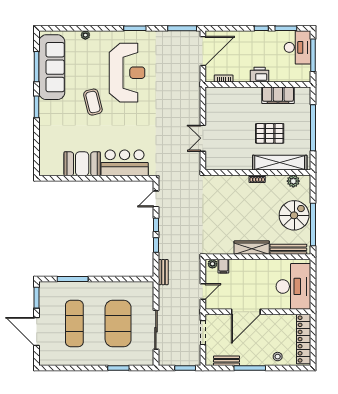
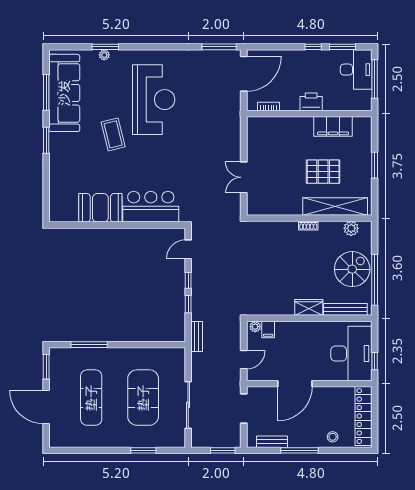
window: (135, 28) -> (105, 47), moved
window: (313, 128) -> (375, 165), width x0.47
wardrobe: (252, 248) -> (309, 307), width x0.67
window: (313, 293) -> (375, 361), added

